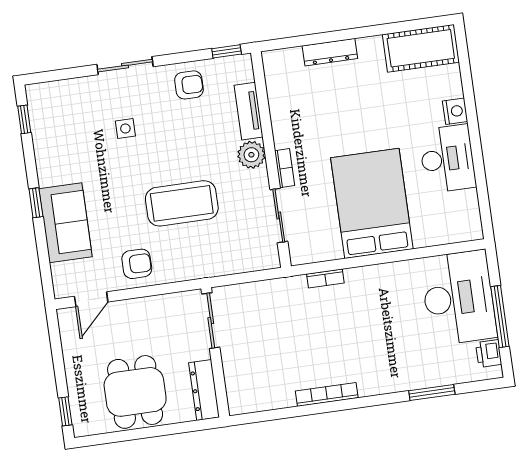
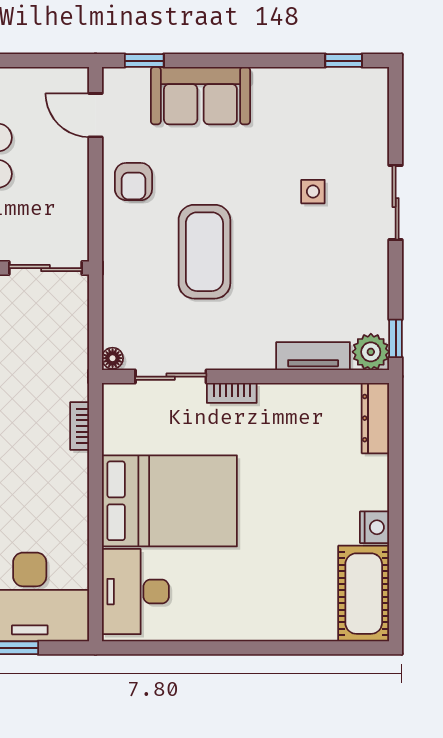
dresser: (330, 52) -> (375, 418), moved
armchair: (189, 85) -> (358, 283), removed
nightstand: (455, 111) -> (375, 527), moved, turned -90
plant: (251, 155) -> (371, 352), moved
desk: (447, 159) -> (135, 592), moved, turned 90
window: (36, 203) -> (144, 61), moved
floor lamp: (271, 261) -> (113, 358), added

